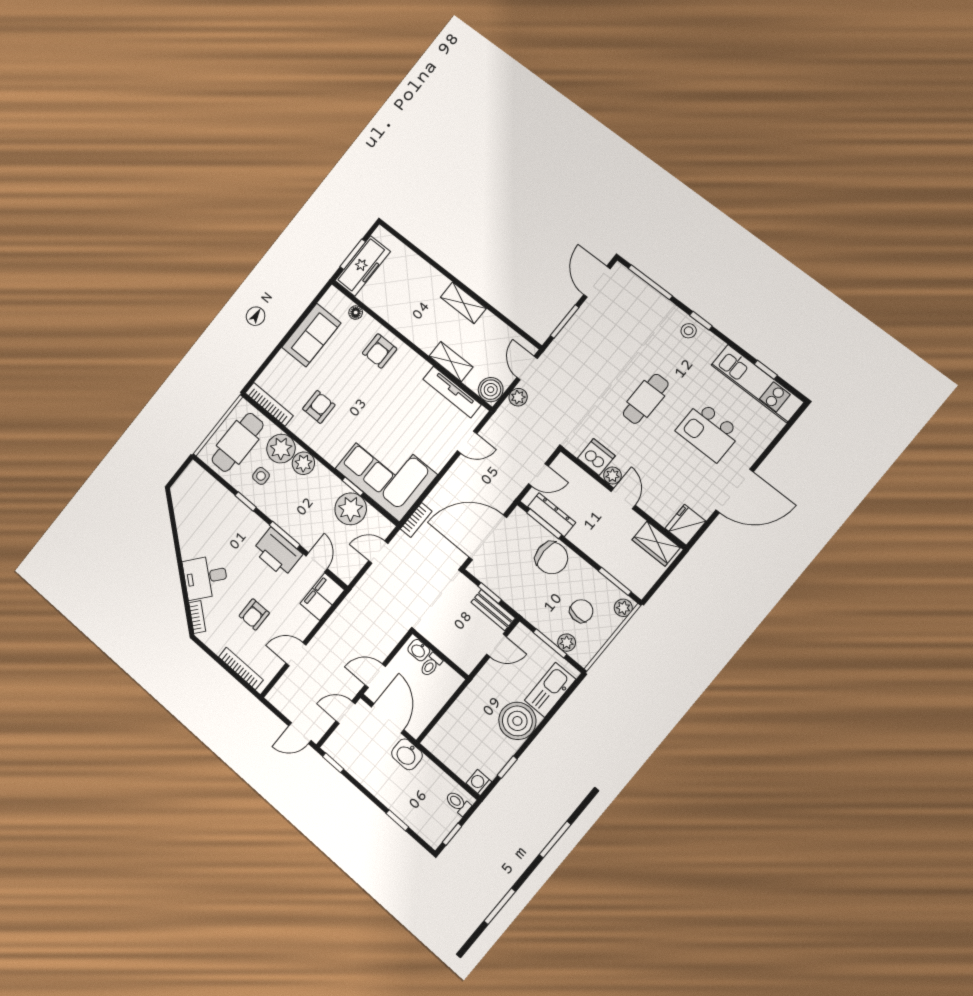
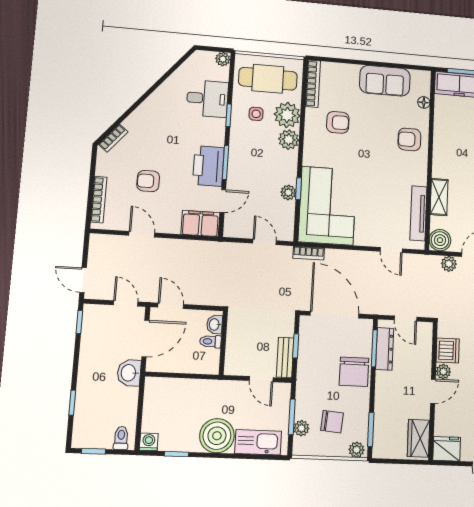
plant: (194, 470) -> (223, 59), added
plant: (351, 509) -> (288, 192), width x0.53, depth x0.53
desk: (205, 577) -> (207, 99), moved, turned 140

